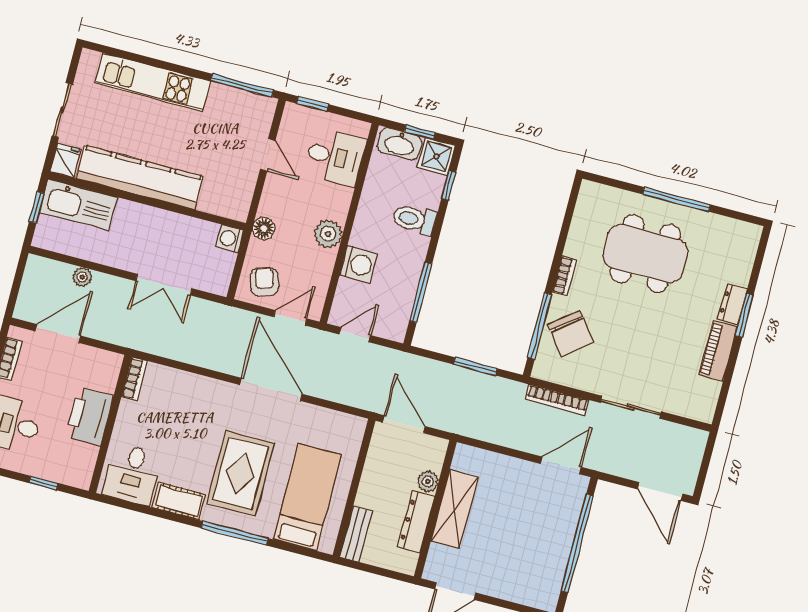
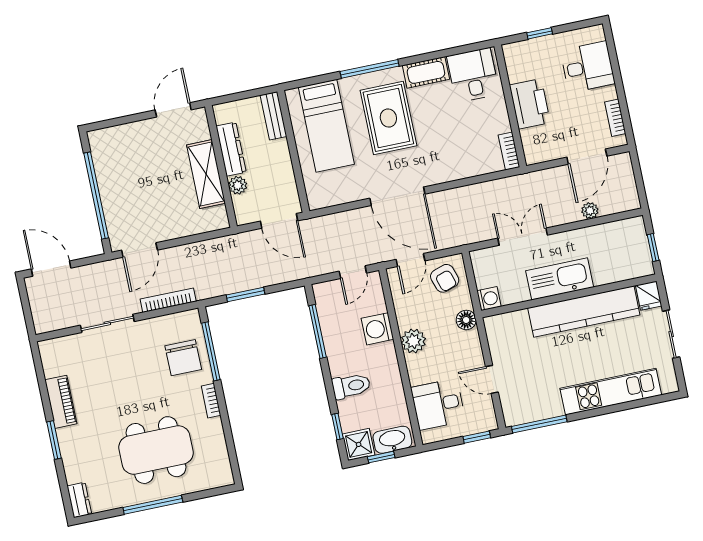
kitchen sink: (78, 205) -> (560, 279), moved
dresser: (733, 304) -> (79, 500), moved
chair: (571, 334) -> (183, 358), turned -142

